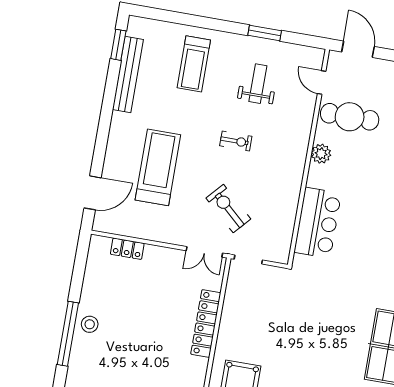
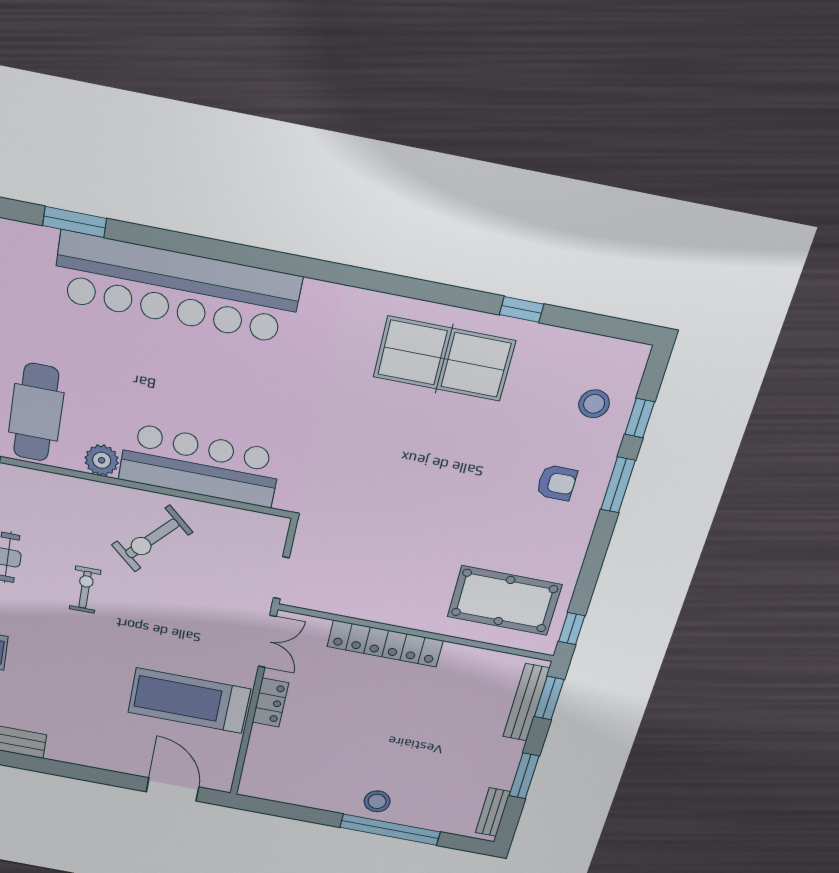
treadmill: (158, 167) -> (189, 701), moved
exercise bike: (228, 209) -> (152, 539), moved
bar counter: (318, 223) -> (200, 465), width x1.36
locker: (127, 249) -> (270, 703), moved

